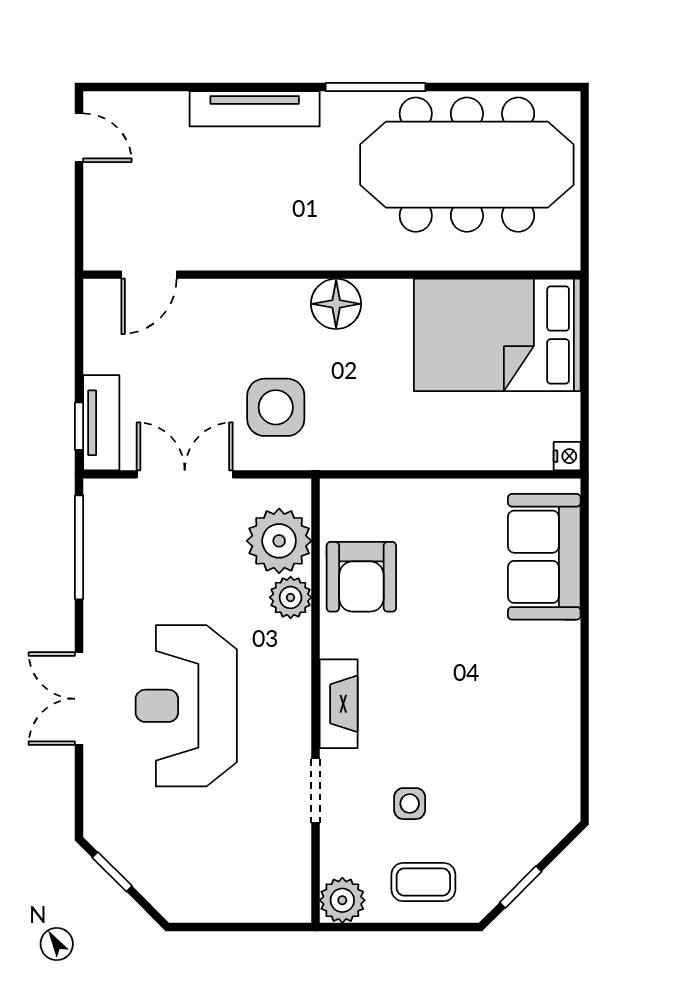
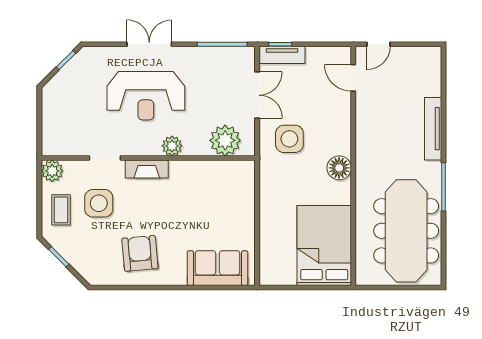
door: (79, 138) -> (378, 44), moved
nightstand: (567, 456) -> (266, 279), removed
armchair: (361, 577) -> (140, 253), moved, turned 85
plant: (291, 597) -> (172, 146), moved
reception desk: (186, 706) -> (146, 96), turned 180
side table: (410, 804) -> (99, 203), width x1.87, depth x1.87

